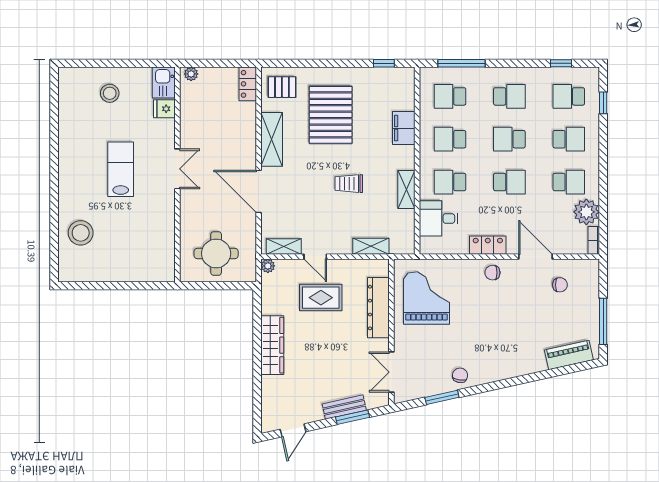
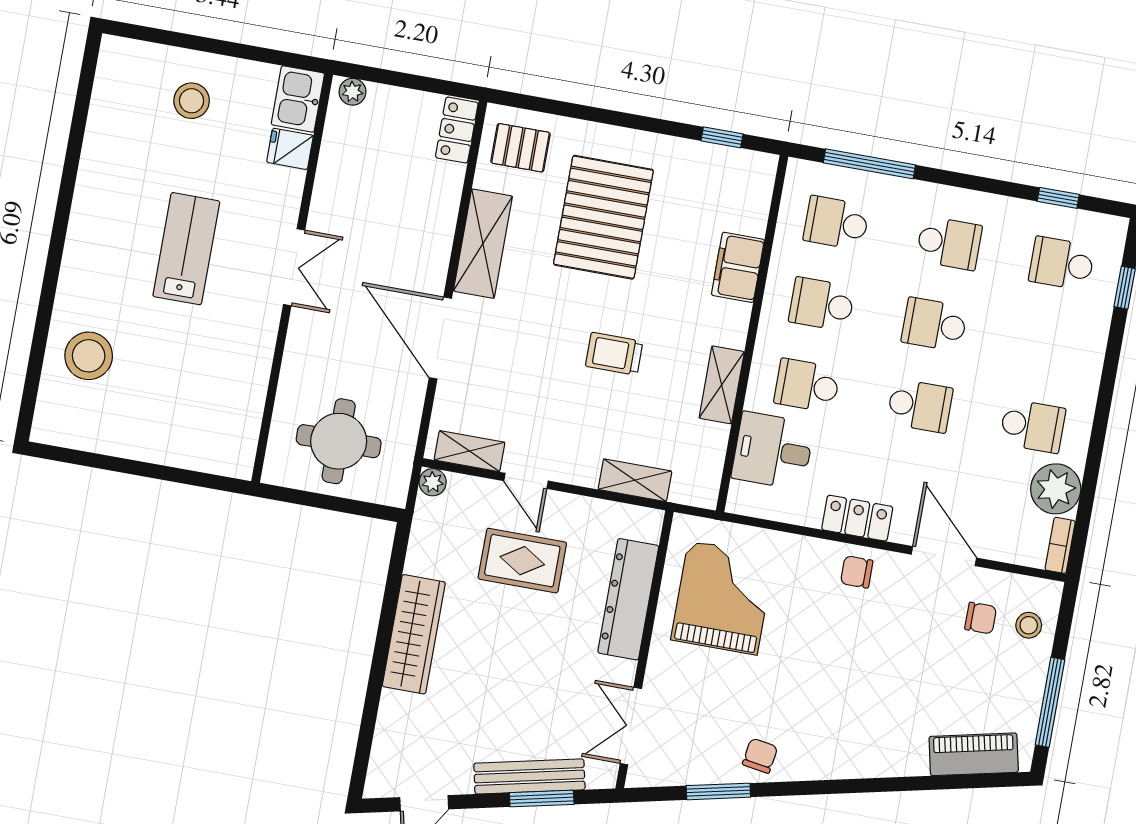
school desk: (569, 139) -> (1047, 345), removed
stool: (585, 284) -> (1029, 625), added
bench: (344, 407) -> (529, 776), width x1.36

